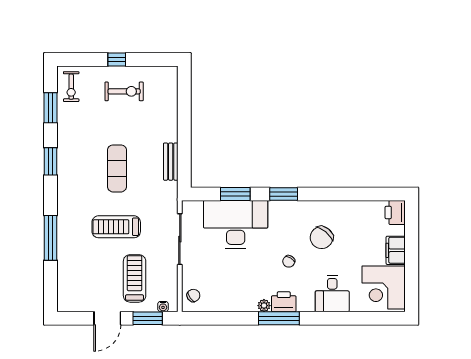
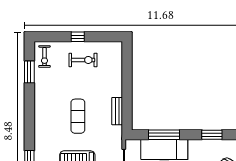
window: (50, 161) -> (29, 111), removed
window: (235, 194) -> (164, 135), width x1.44
window: (284, 194) -> (212, 135), moved

